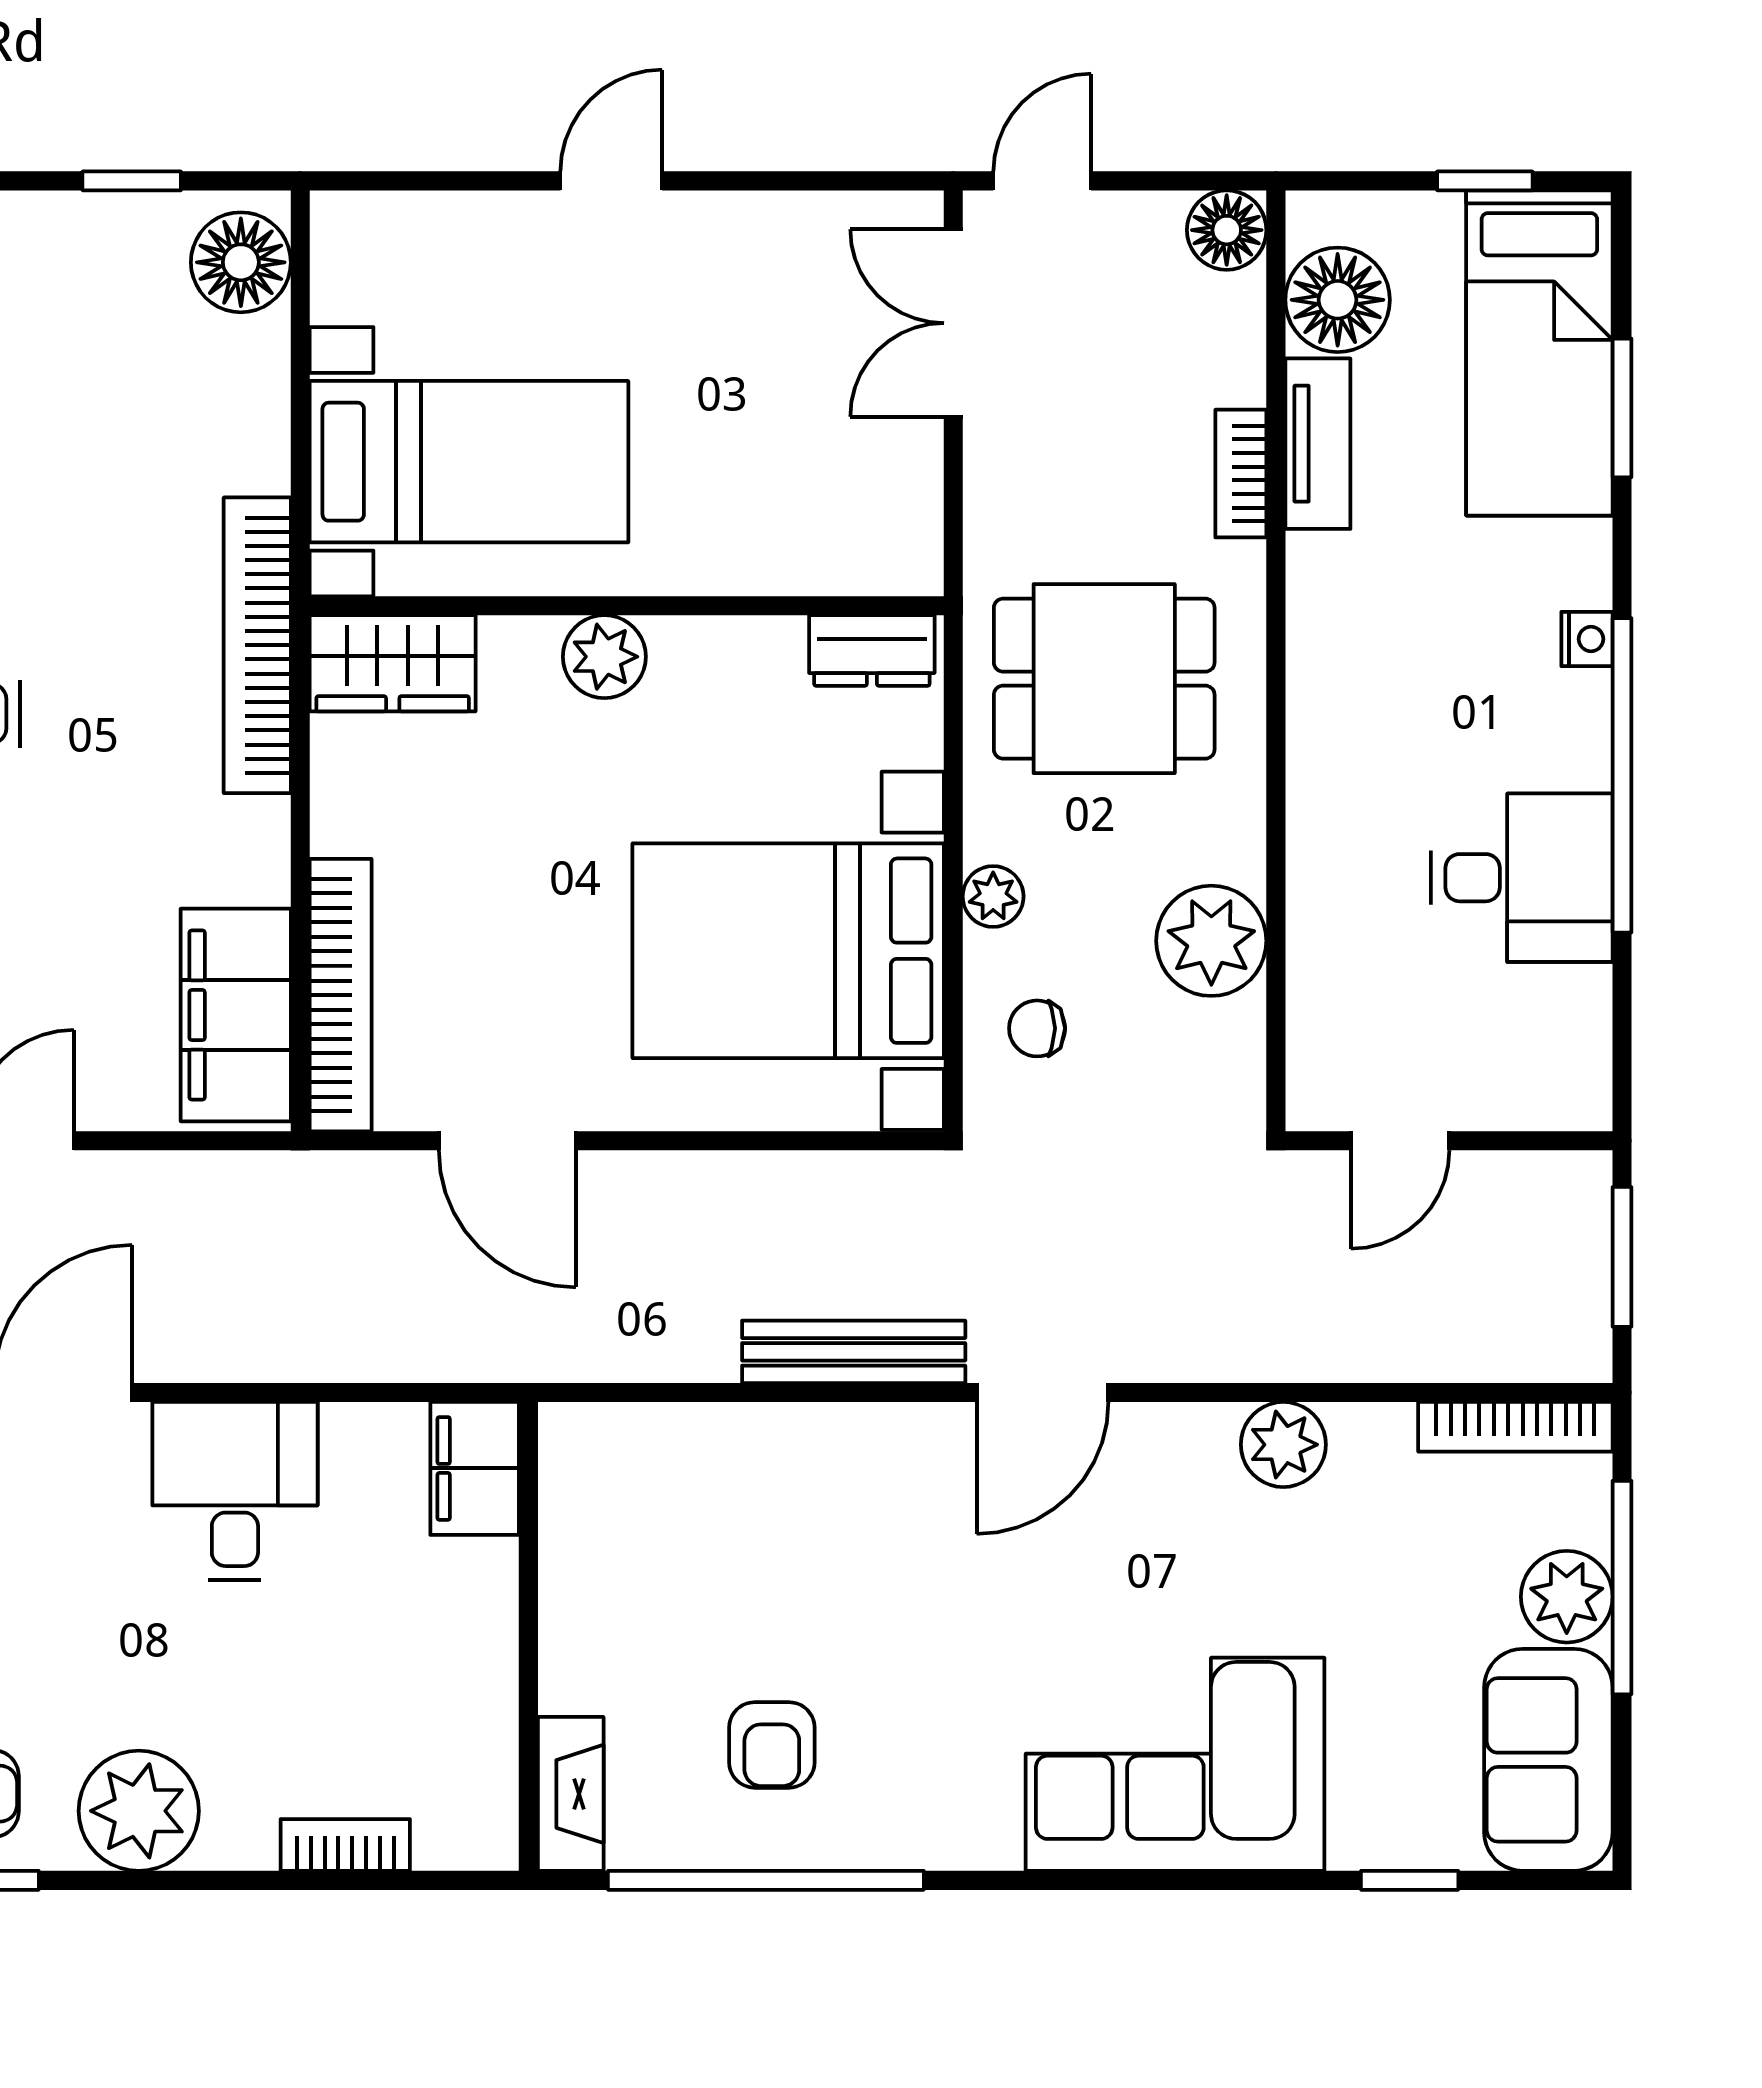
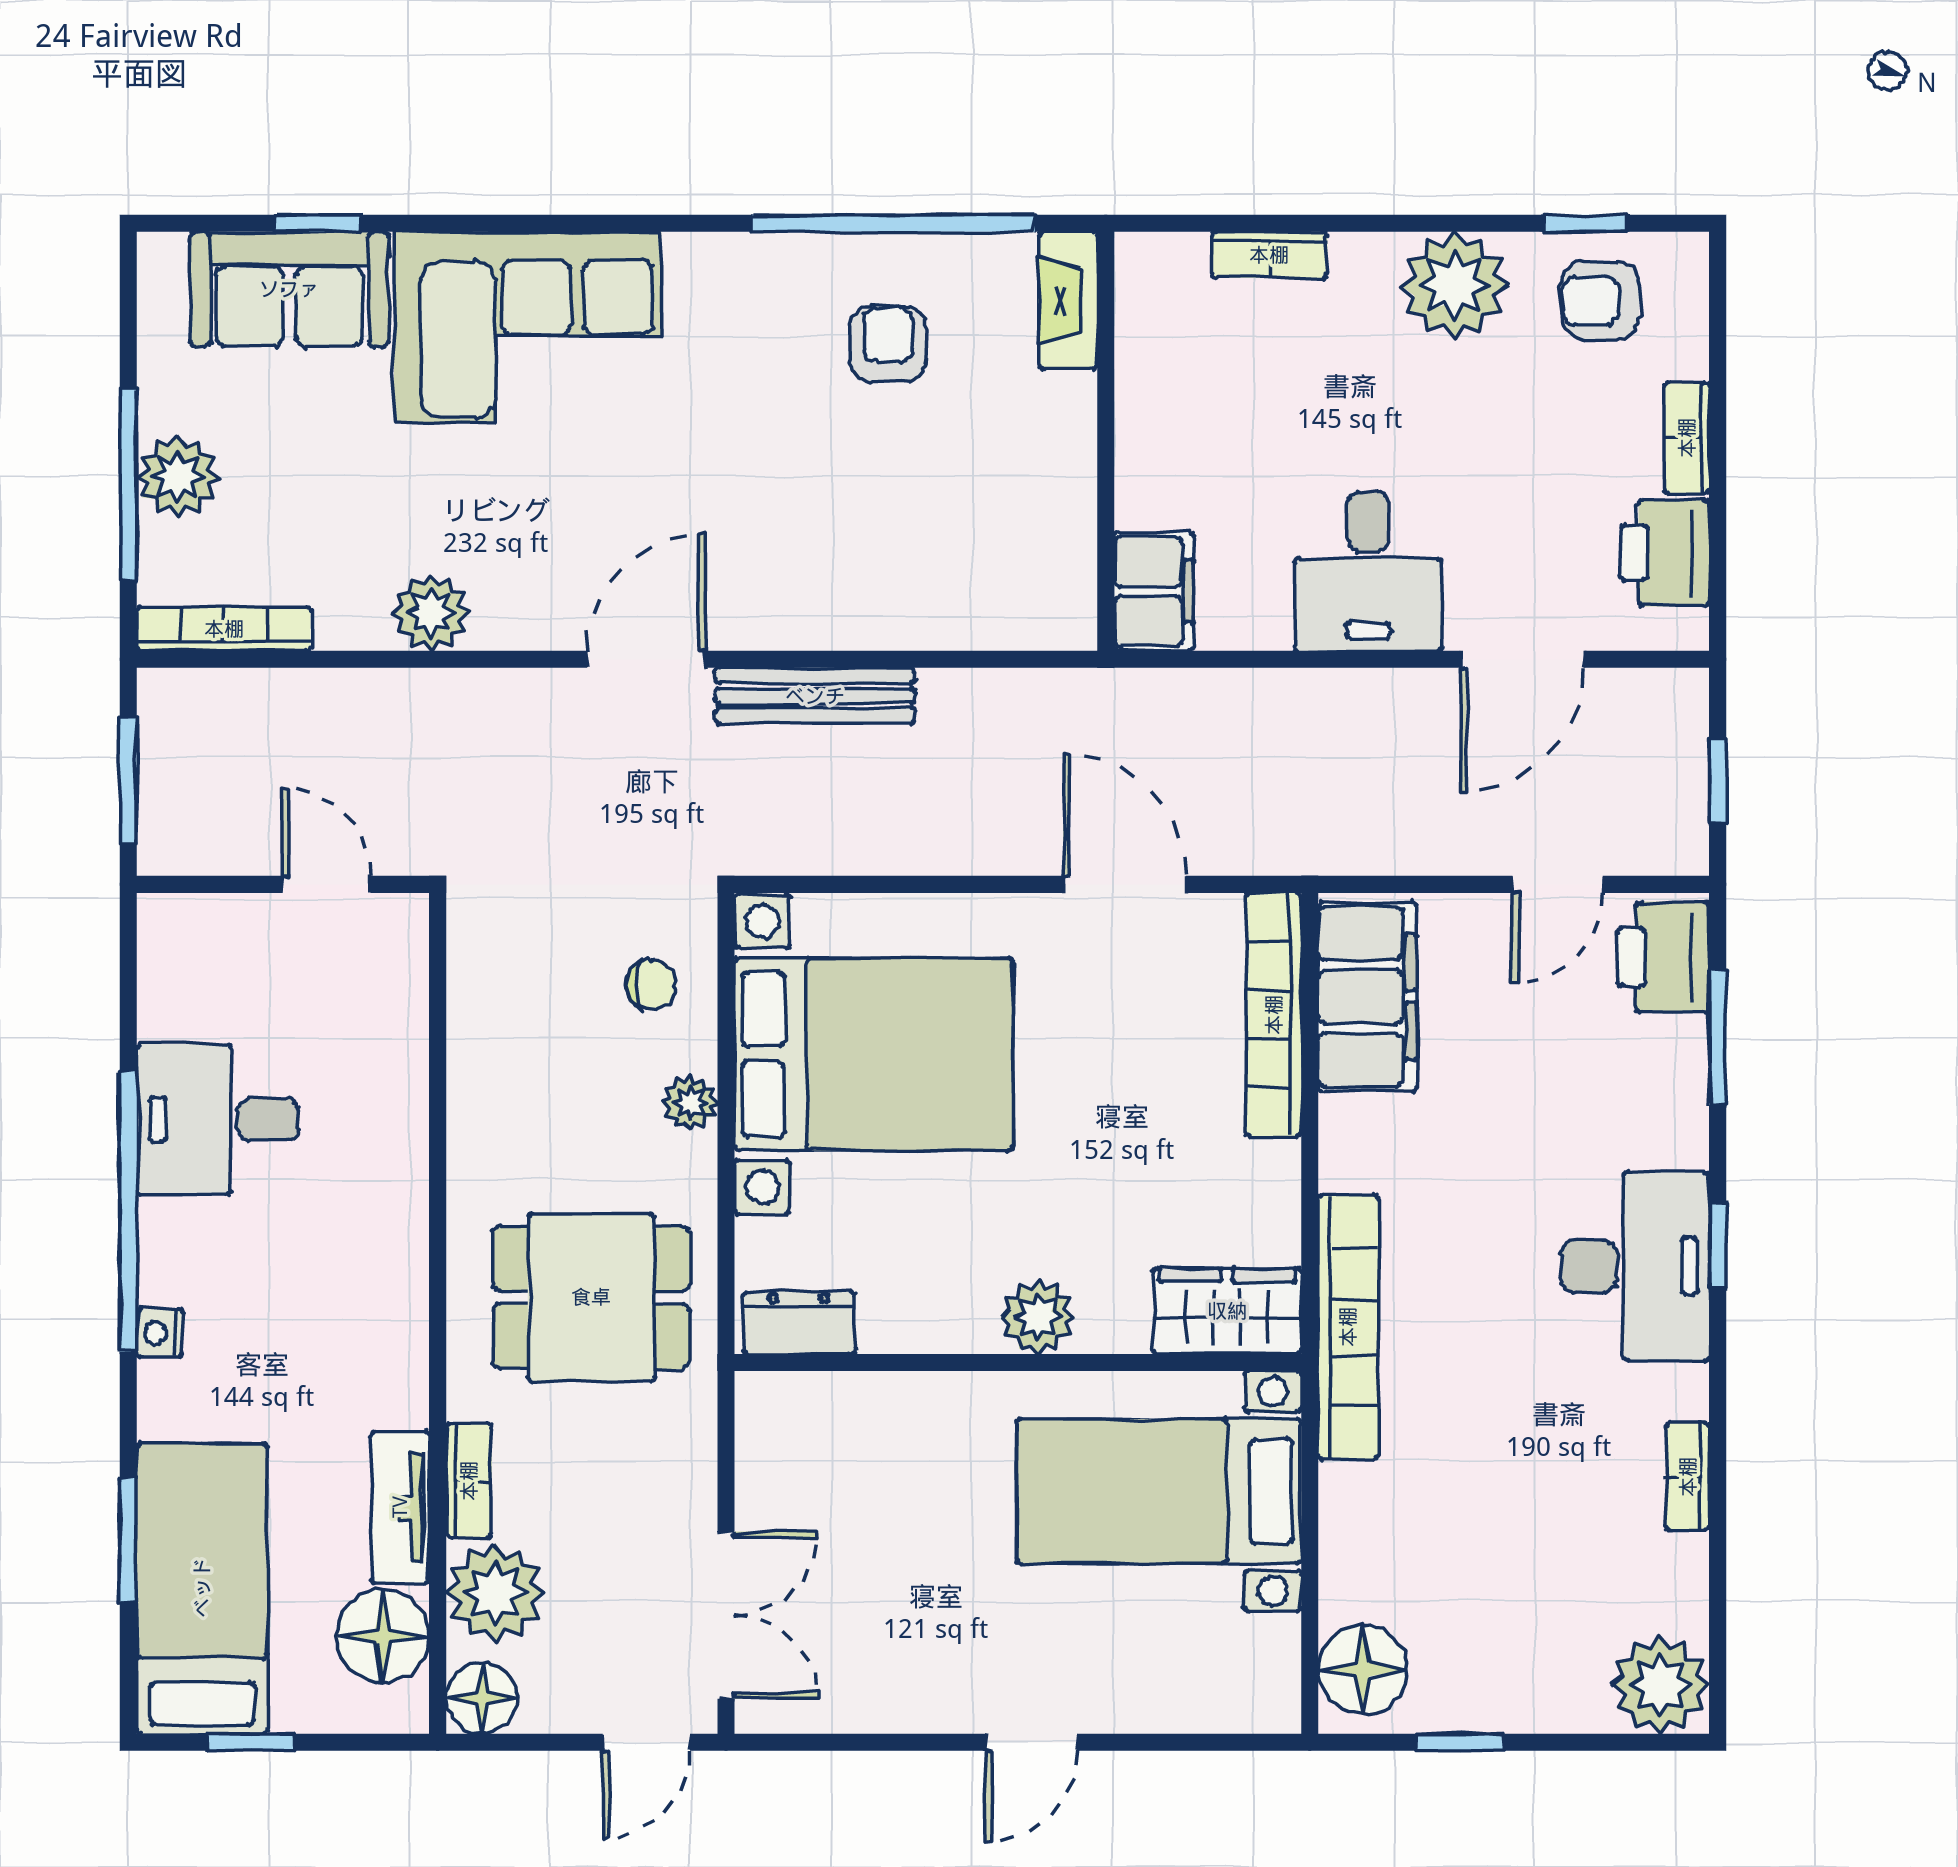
plant: (1211, 941) -> (495, 1593), moved
door: (1400, 1141) -> (327, 884), hinge flipped
sofa: (1548, 1760) -> (289, 289), moved, turned 90

